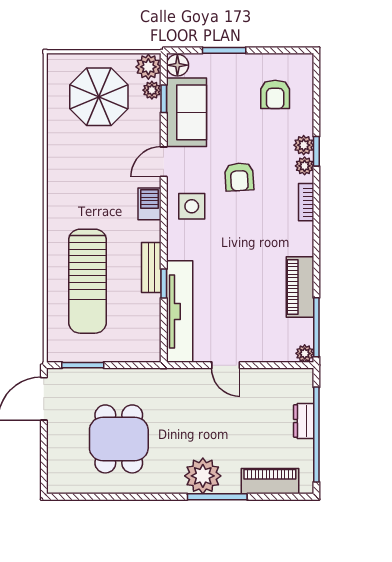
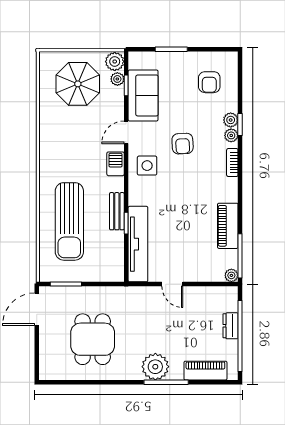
floor lamp: (177, 65) -> (136, 60), removed

